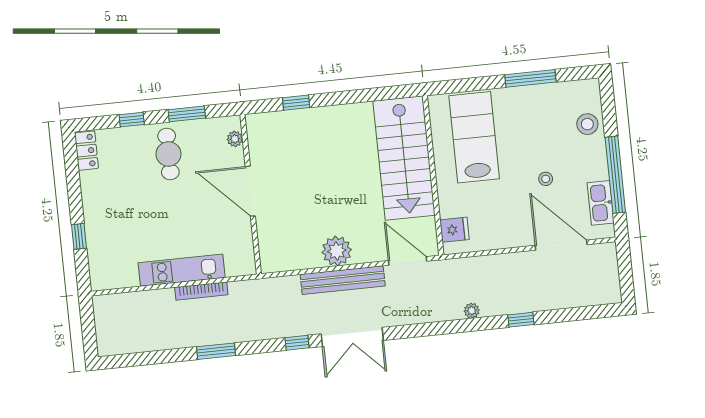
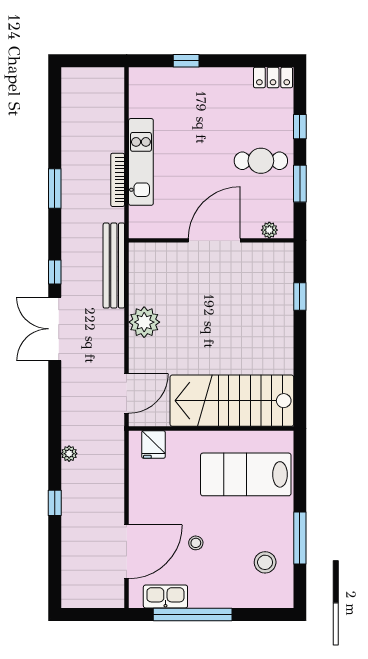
stool: (587, 124) -> (265, 562), moved
lab bench: (474, 137) -> (246, 474), turned 180
bench: (343, 280) -> (114, 266), moved

